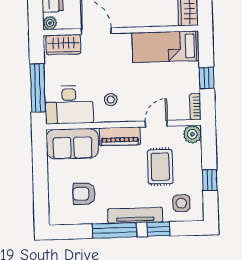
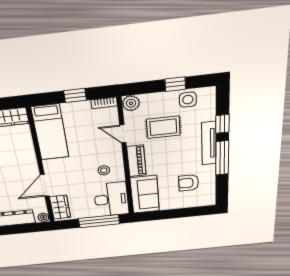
armchair: (84, 194) -> (189, 183), turned 90
side table: (181, 203) -> (188, 100), moved

